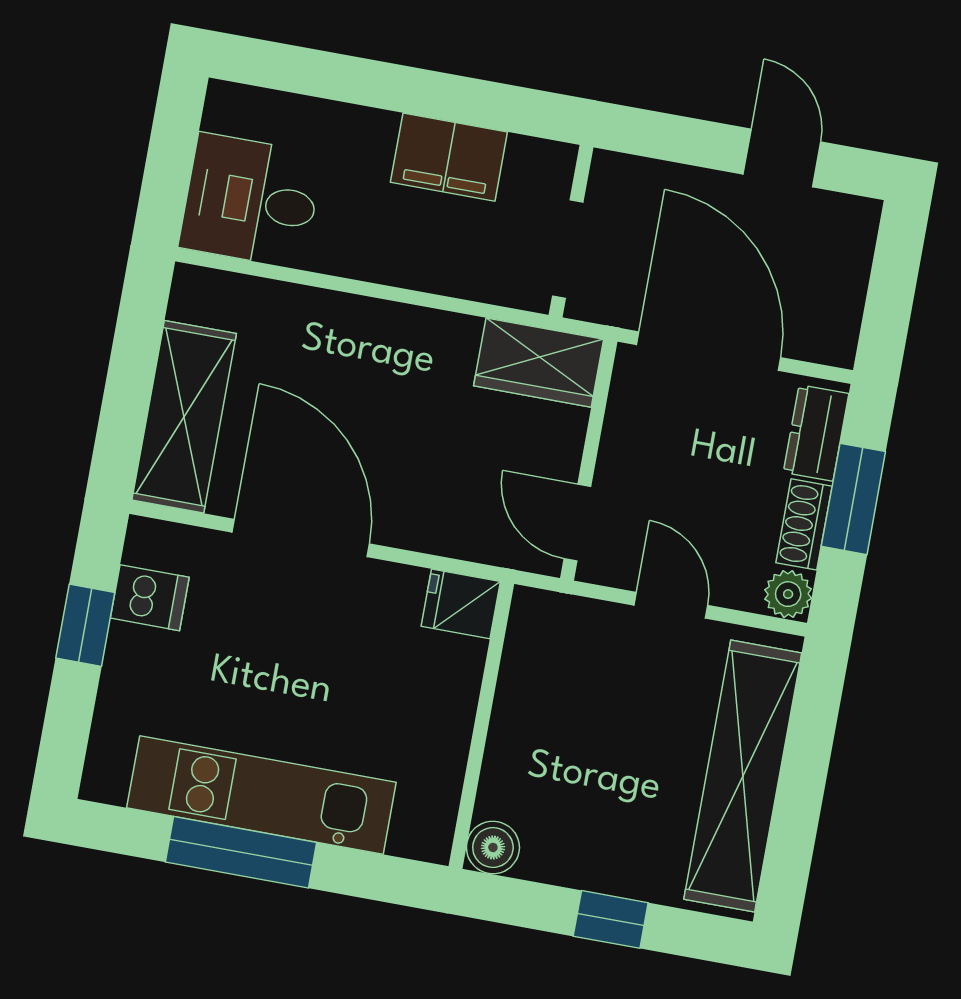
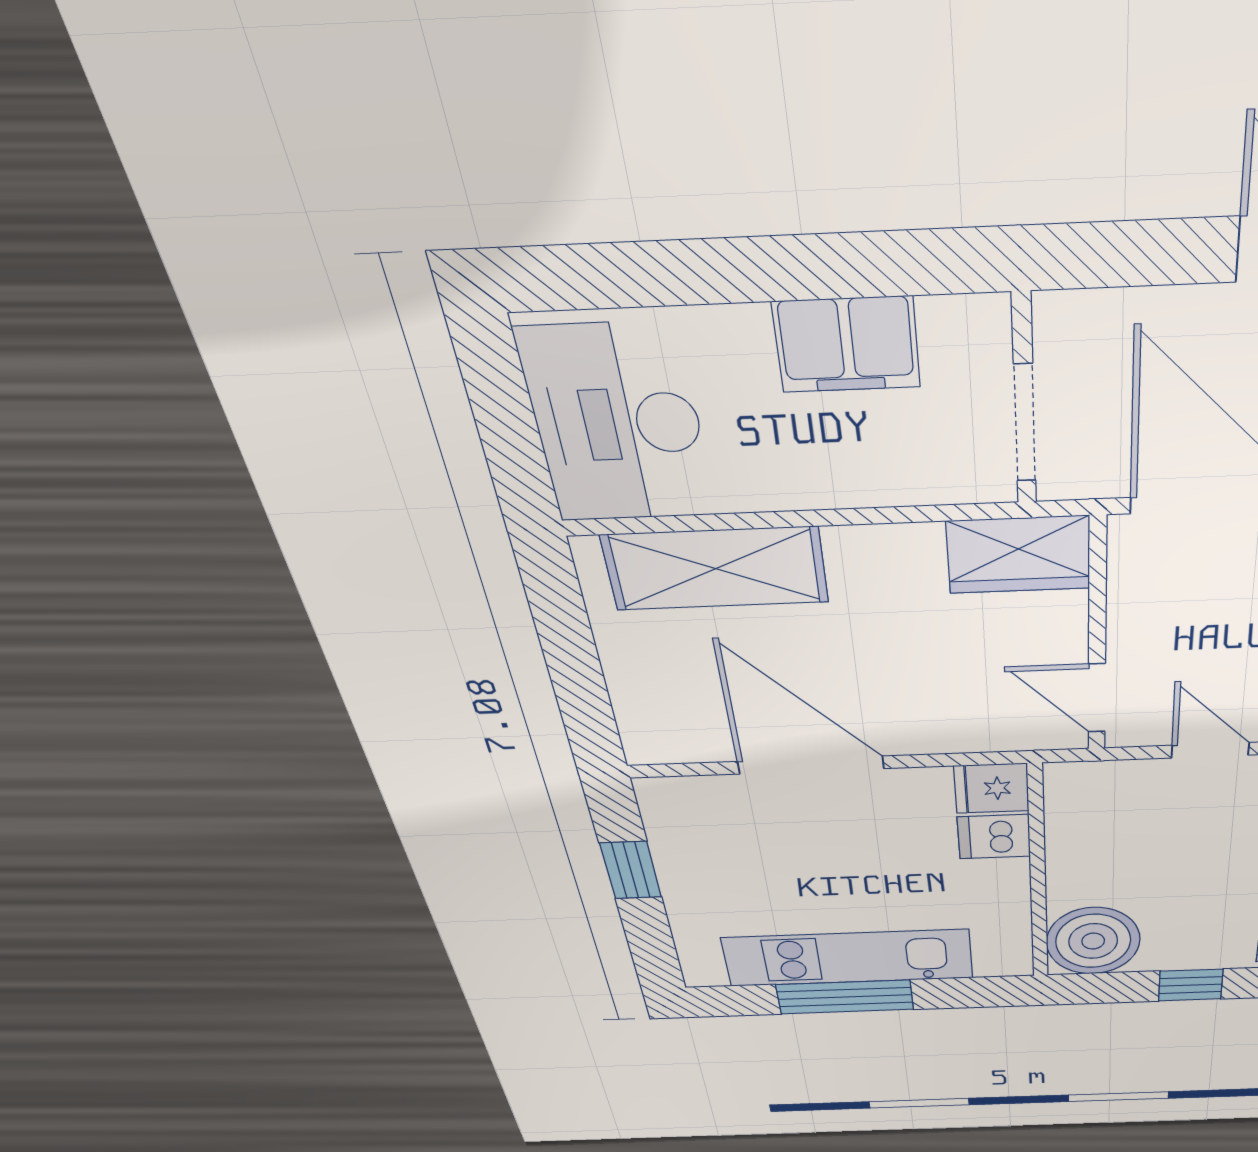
desk: (251, 201) -> (618, 425), width x1.37
shelving: (184, 417) -> (716, 569), moved, turned 90
dishwasher: (150, 598) -> (994, 837), moved, turned 180
boiler: (493, 847) -> (1093, 941), width x1.86, depth x1.86

